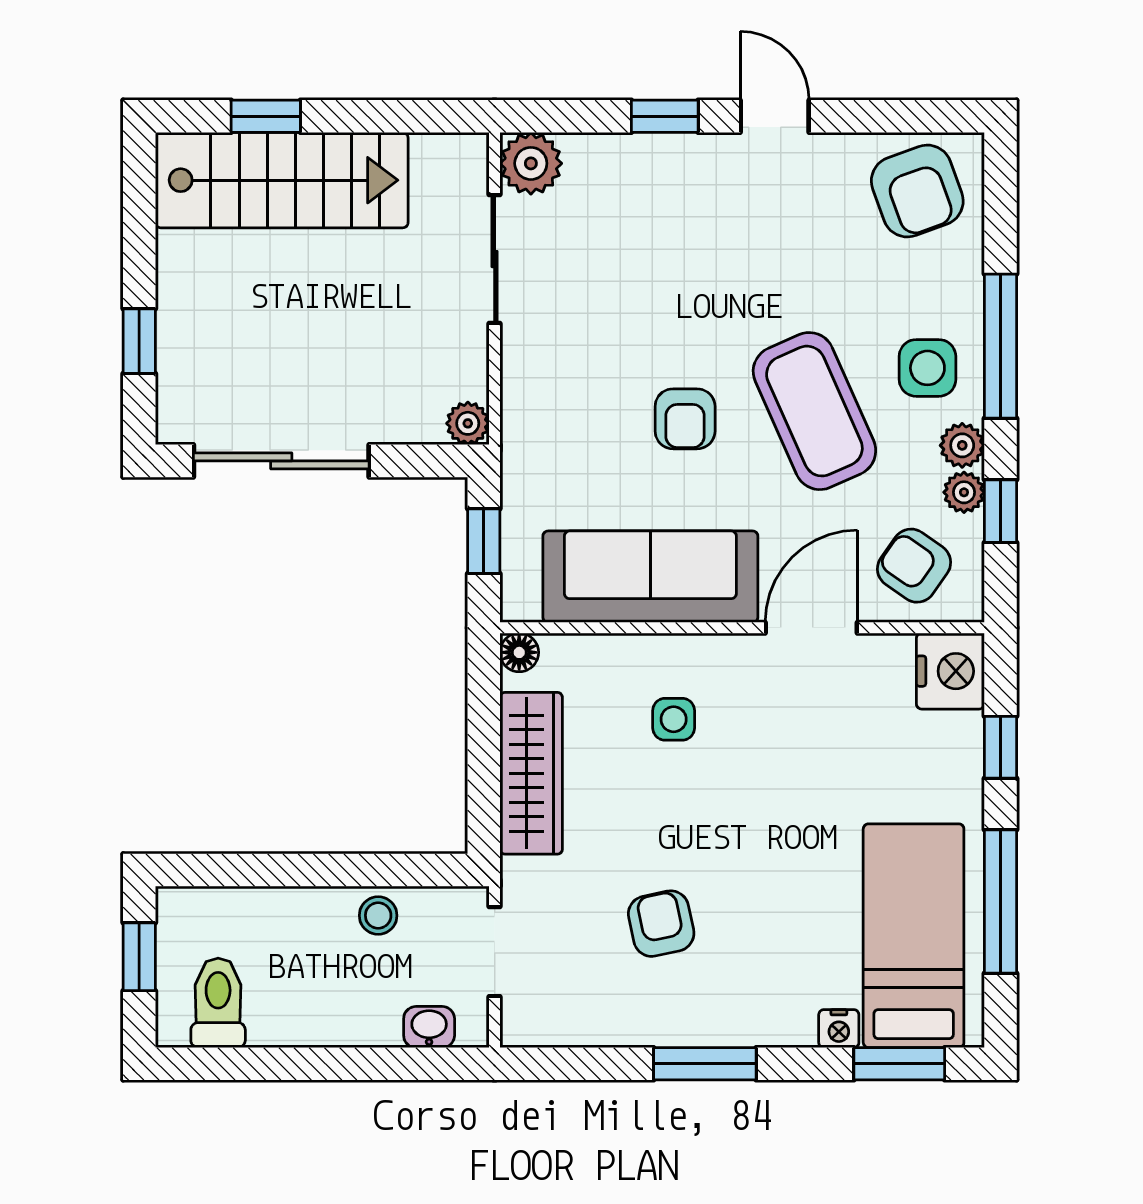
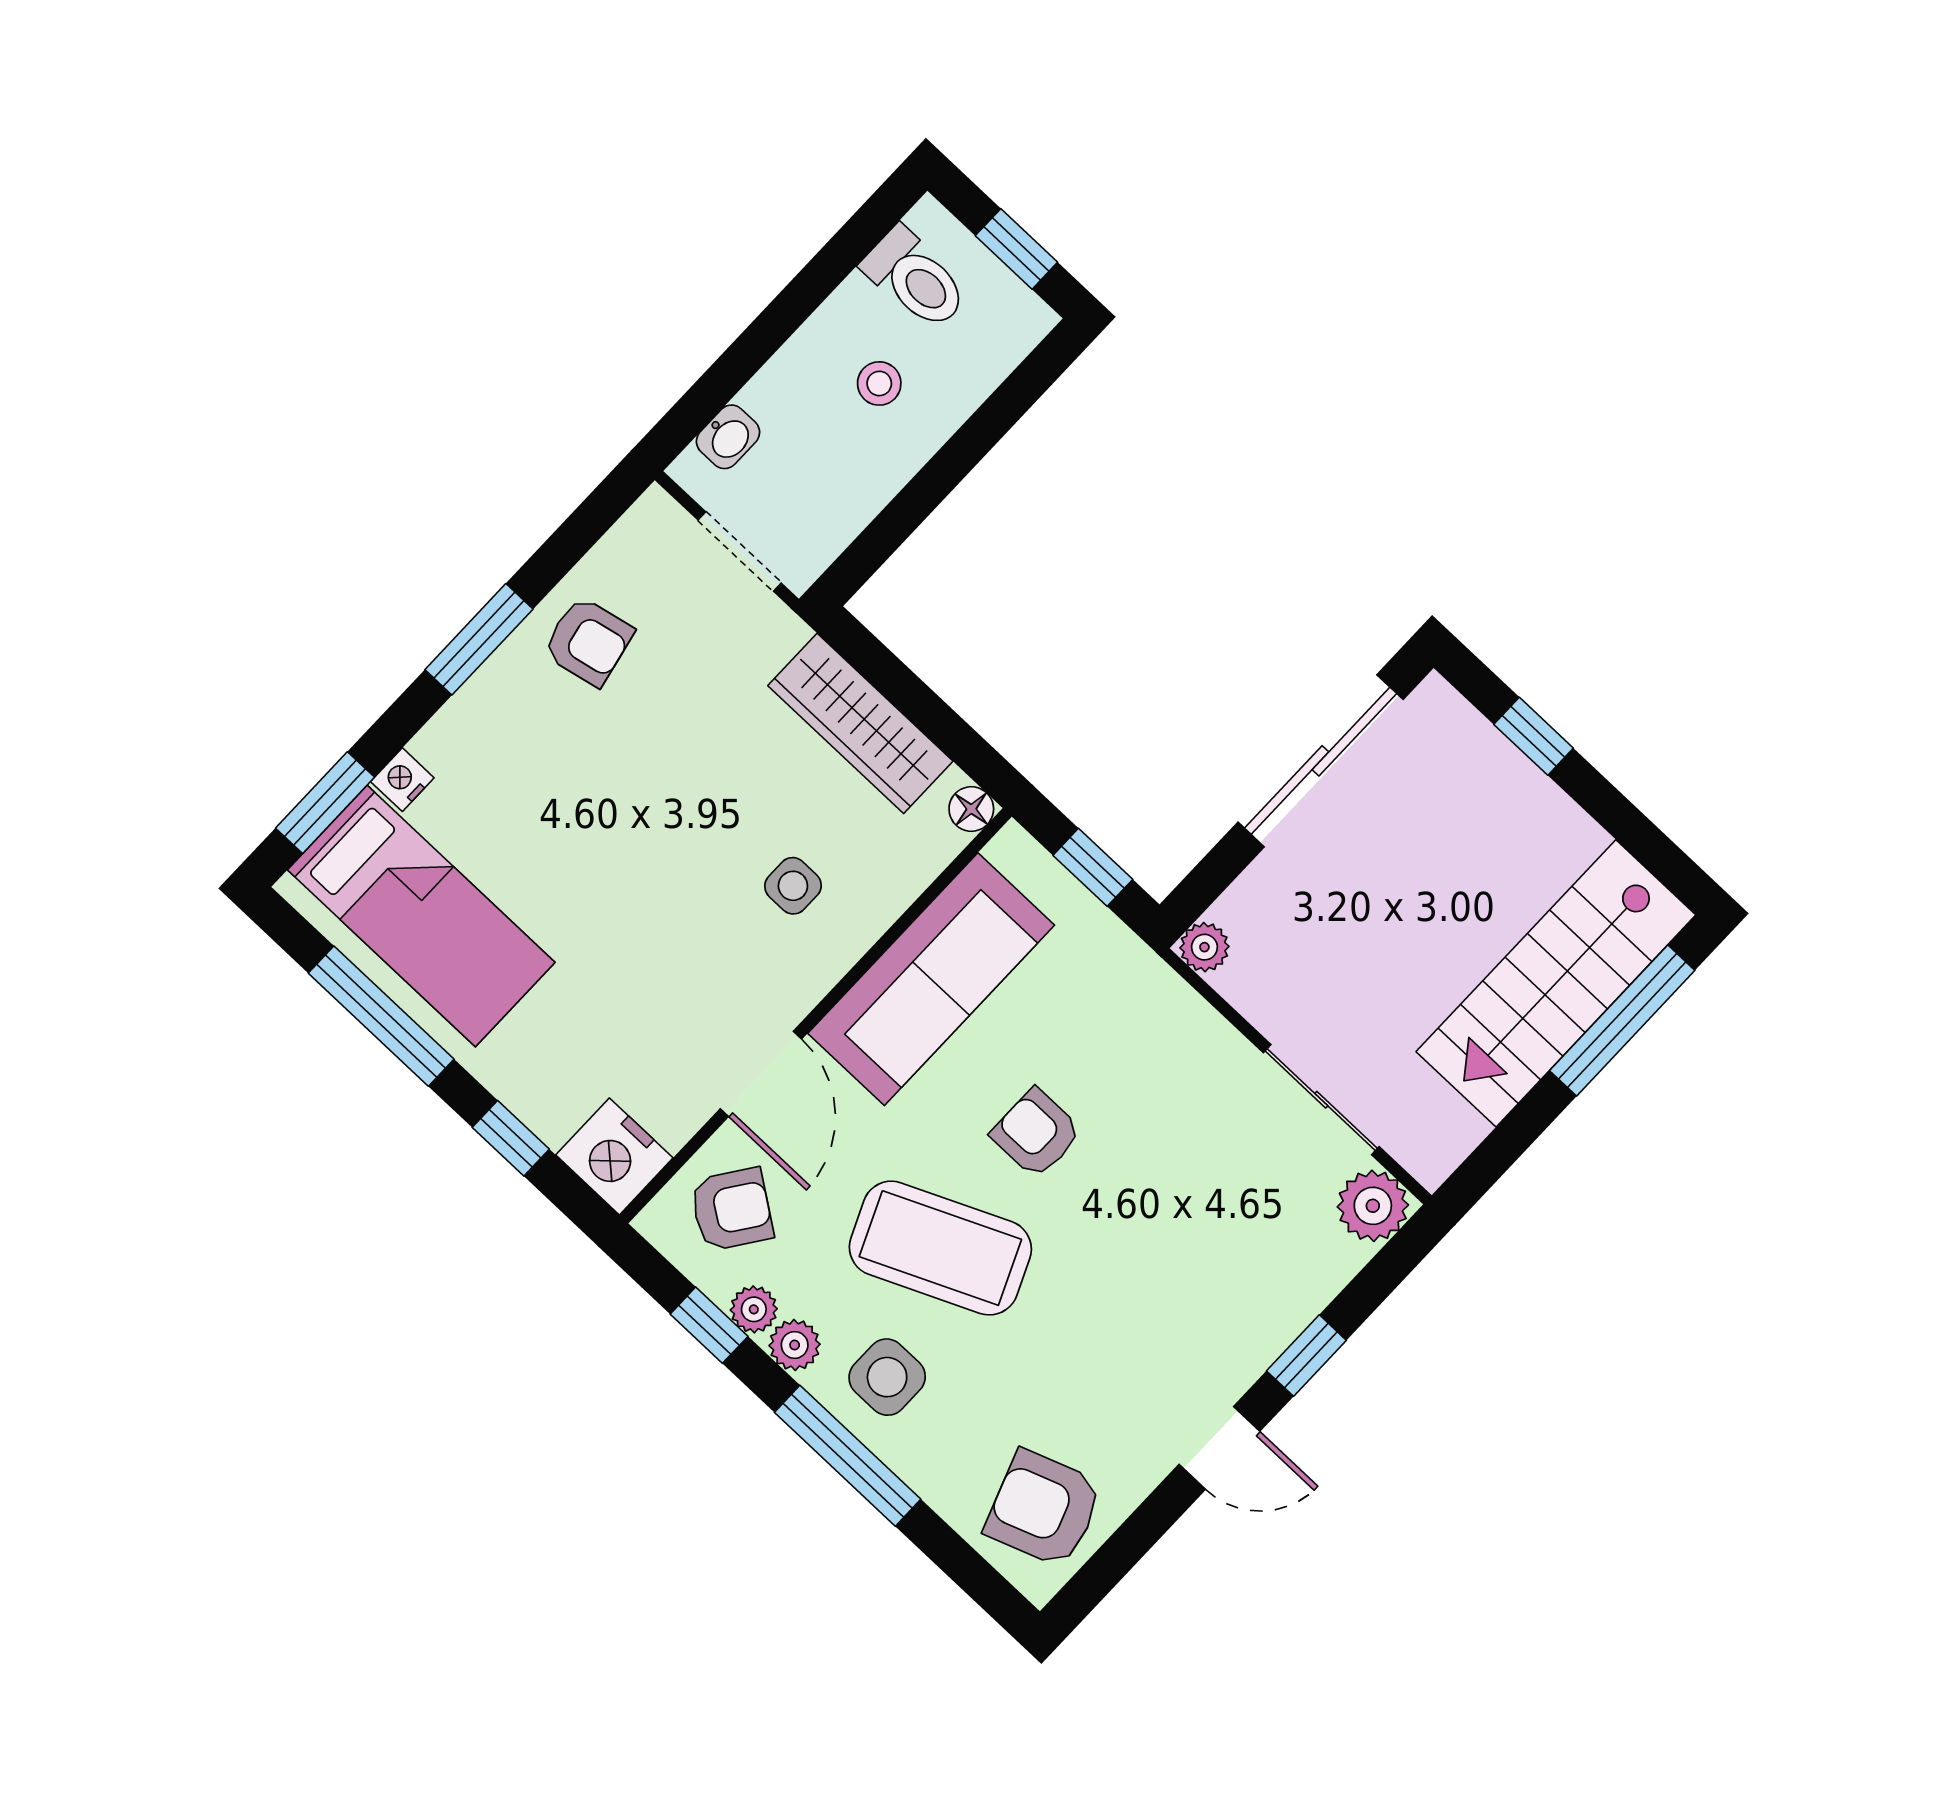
window: (266, 116) -> (1622, 1020), width x2.17
stool: (378, 915) -> (879, 383), moved
armchair: (661, 924) -> (588, 641), moved

